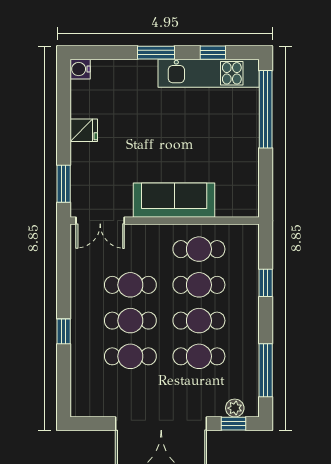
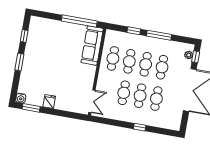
kitchen unit: (209, 73) -> (33, 40), removed
window: (266, 109) -> (79, 21), moved
window: (64, 184) -> (31, 108), moved
sofa: (174, 200) -> (92, 46), moved
window: (266, 370) -> (159, 35), moved

